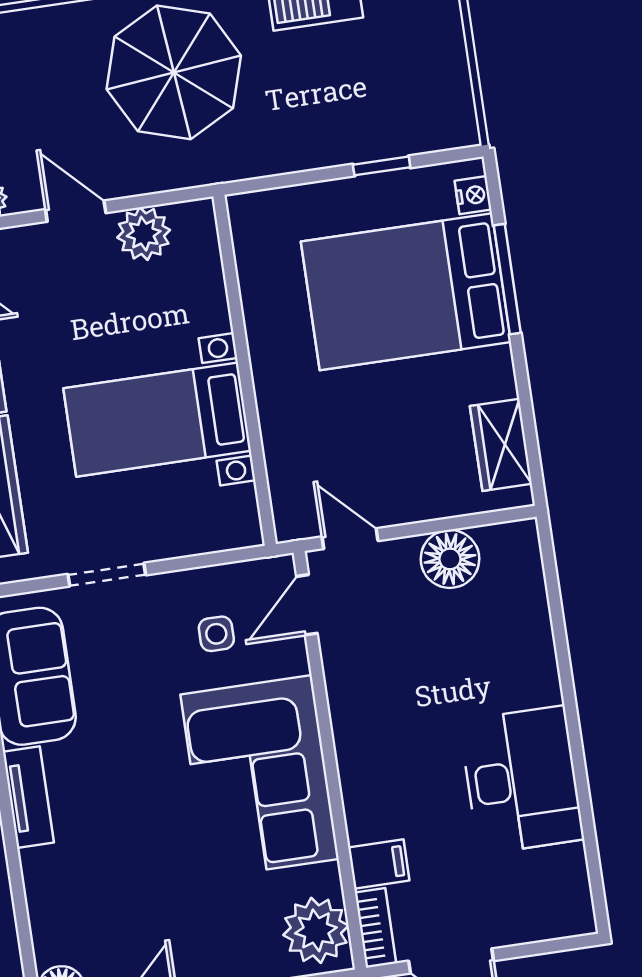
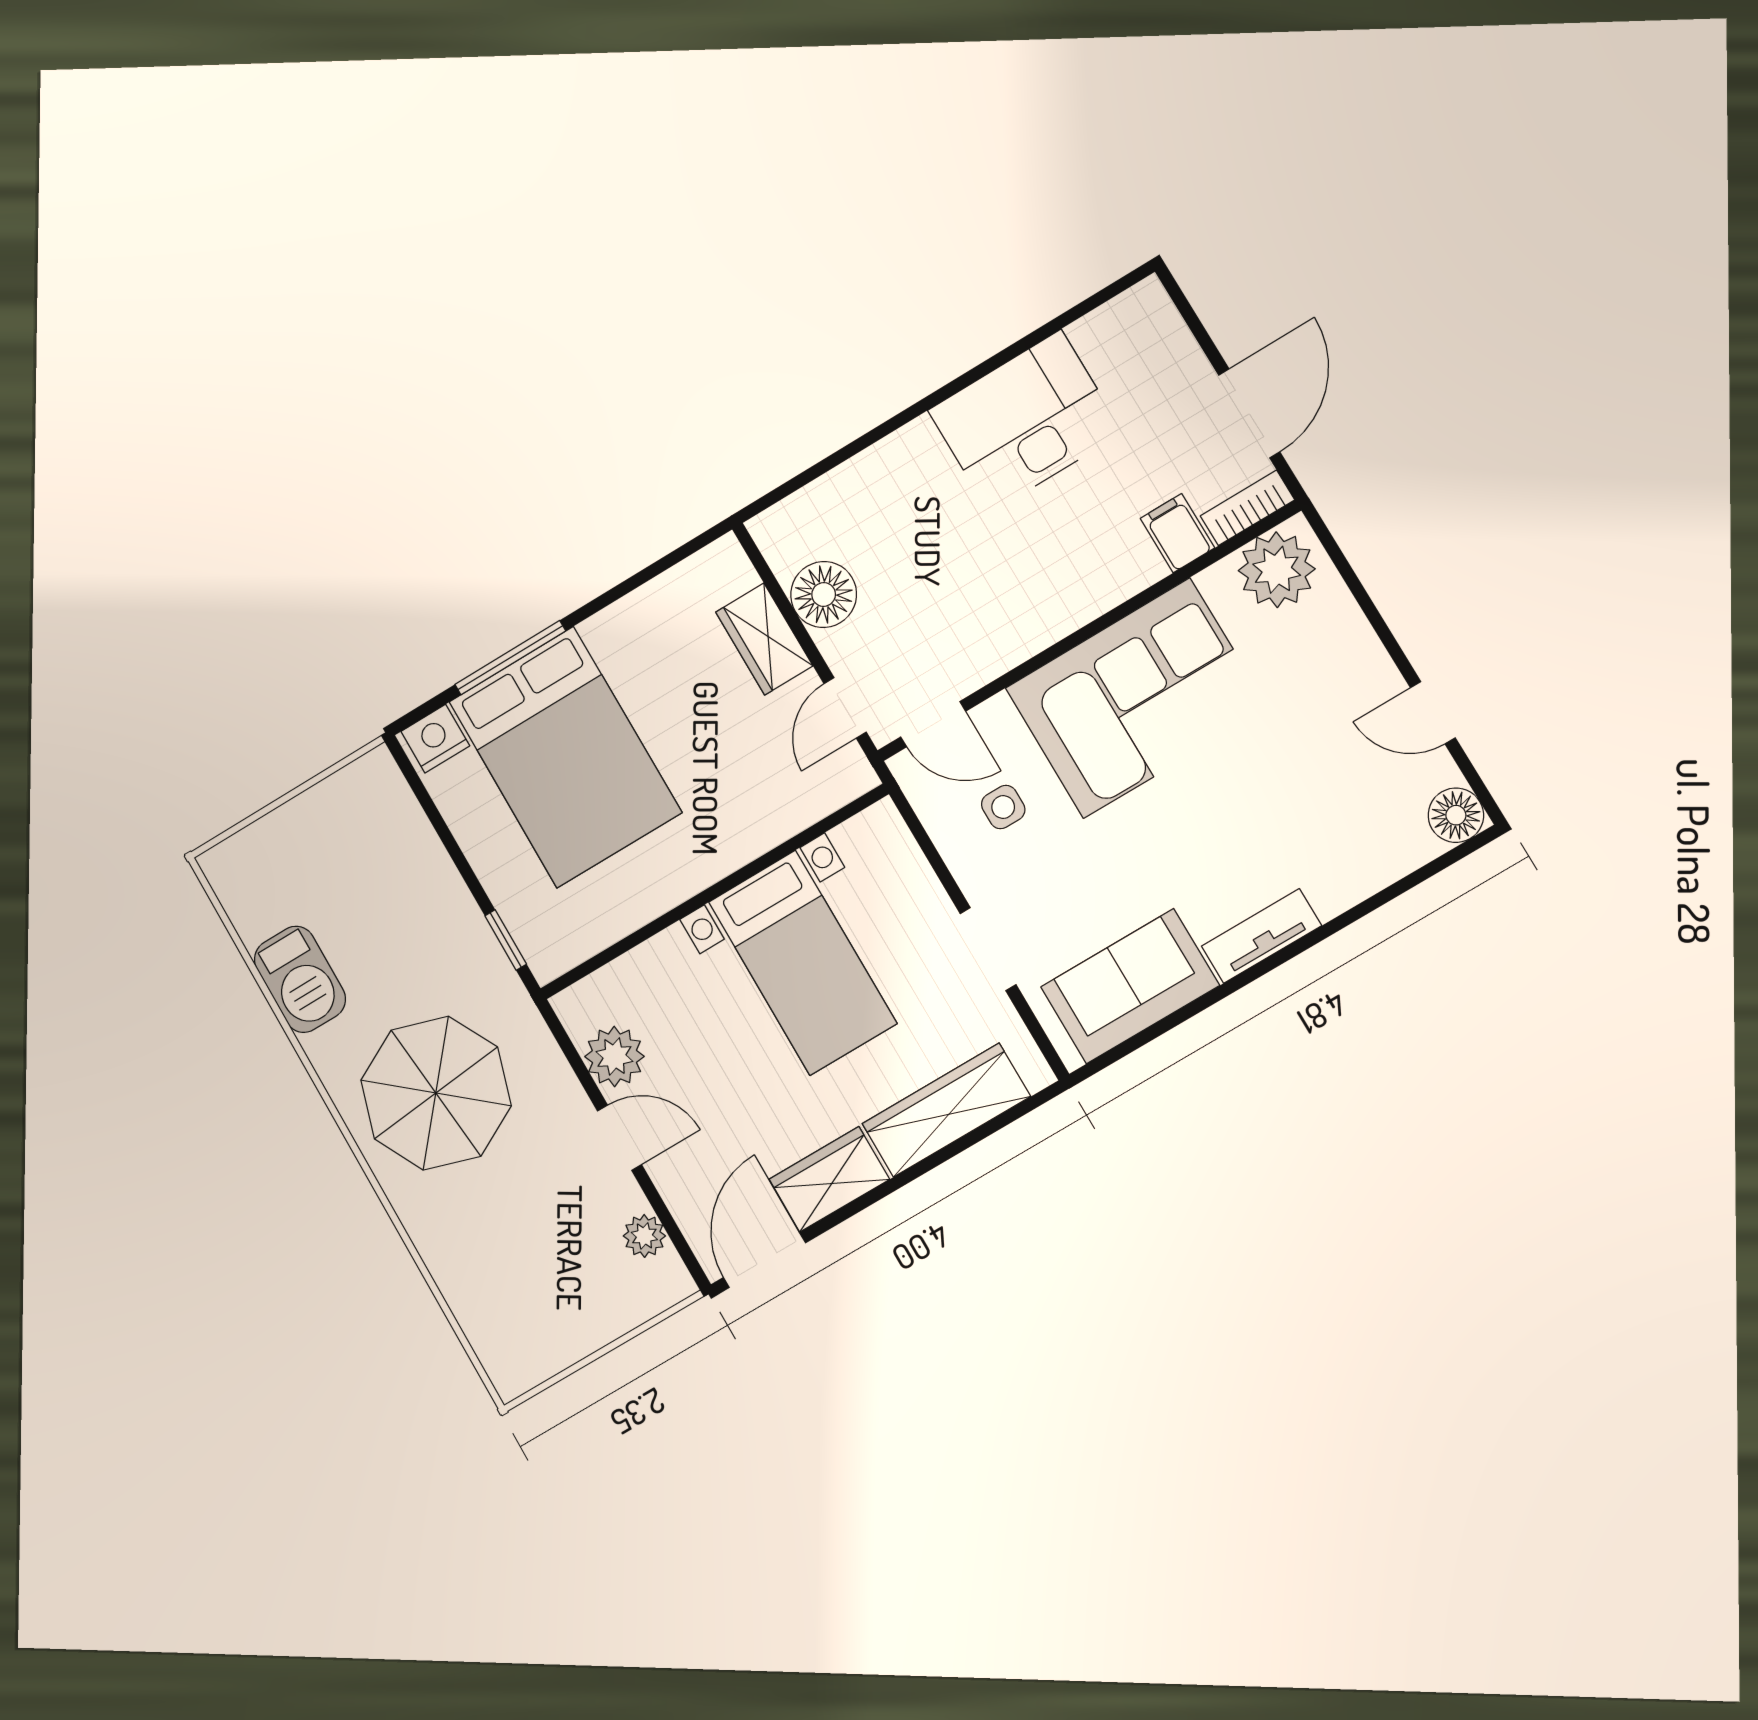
window: (382, 166) -> (506, 940), moved
nightstand: (473, 195) -> (435, 739), width x1.39, depth x1.35
door: (76, 211) -> (620, 1138), swing flipped
wardrobe: (501, 445) -> (764, 639), moved, turned 90

